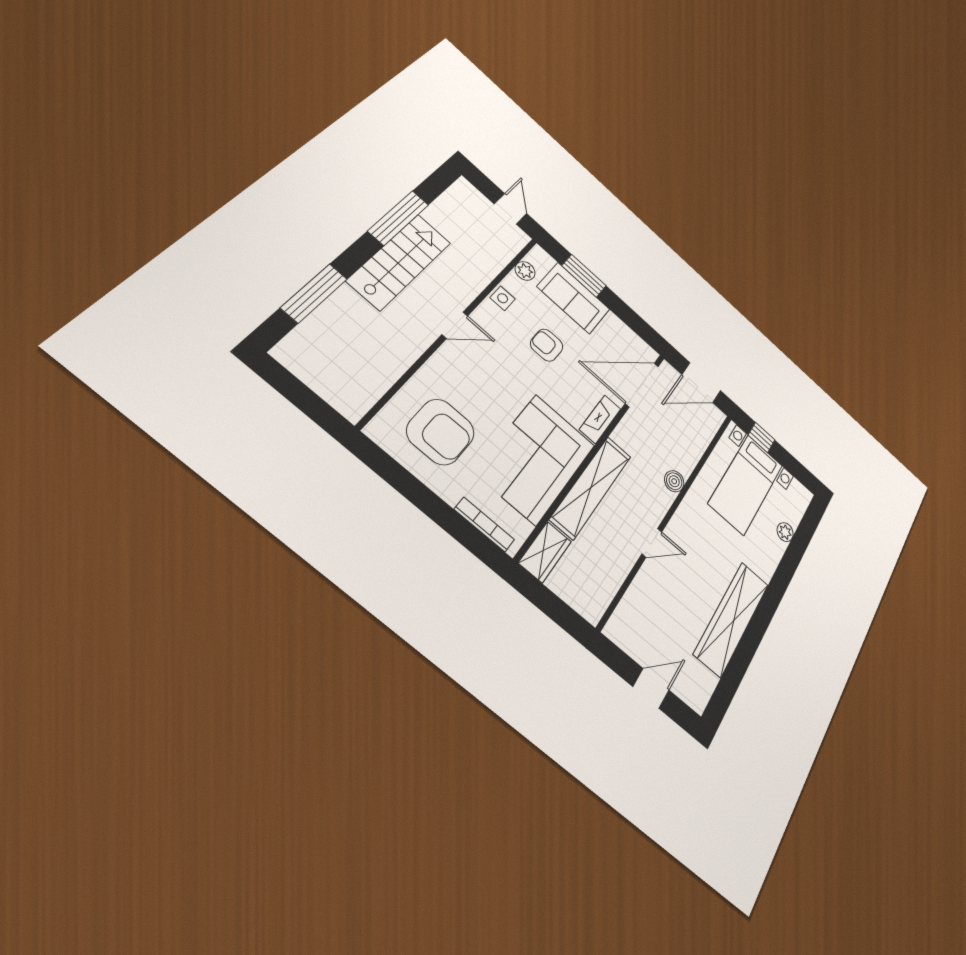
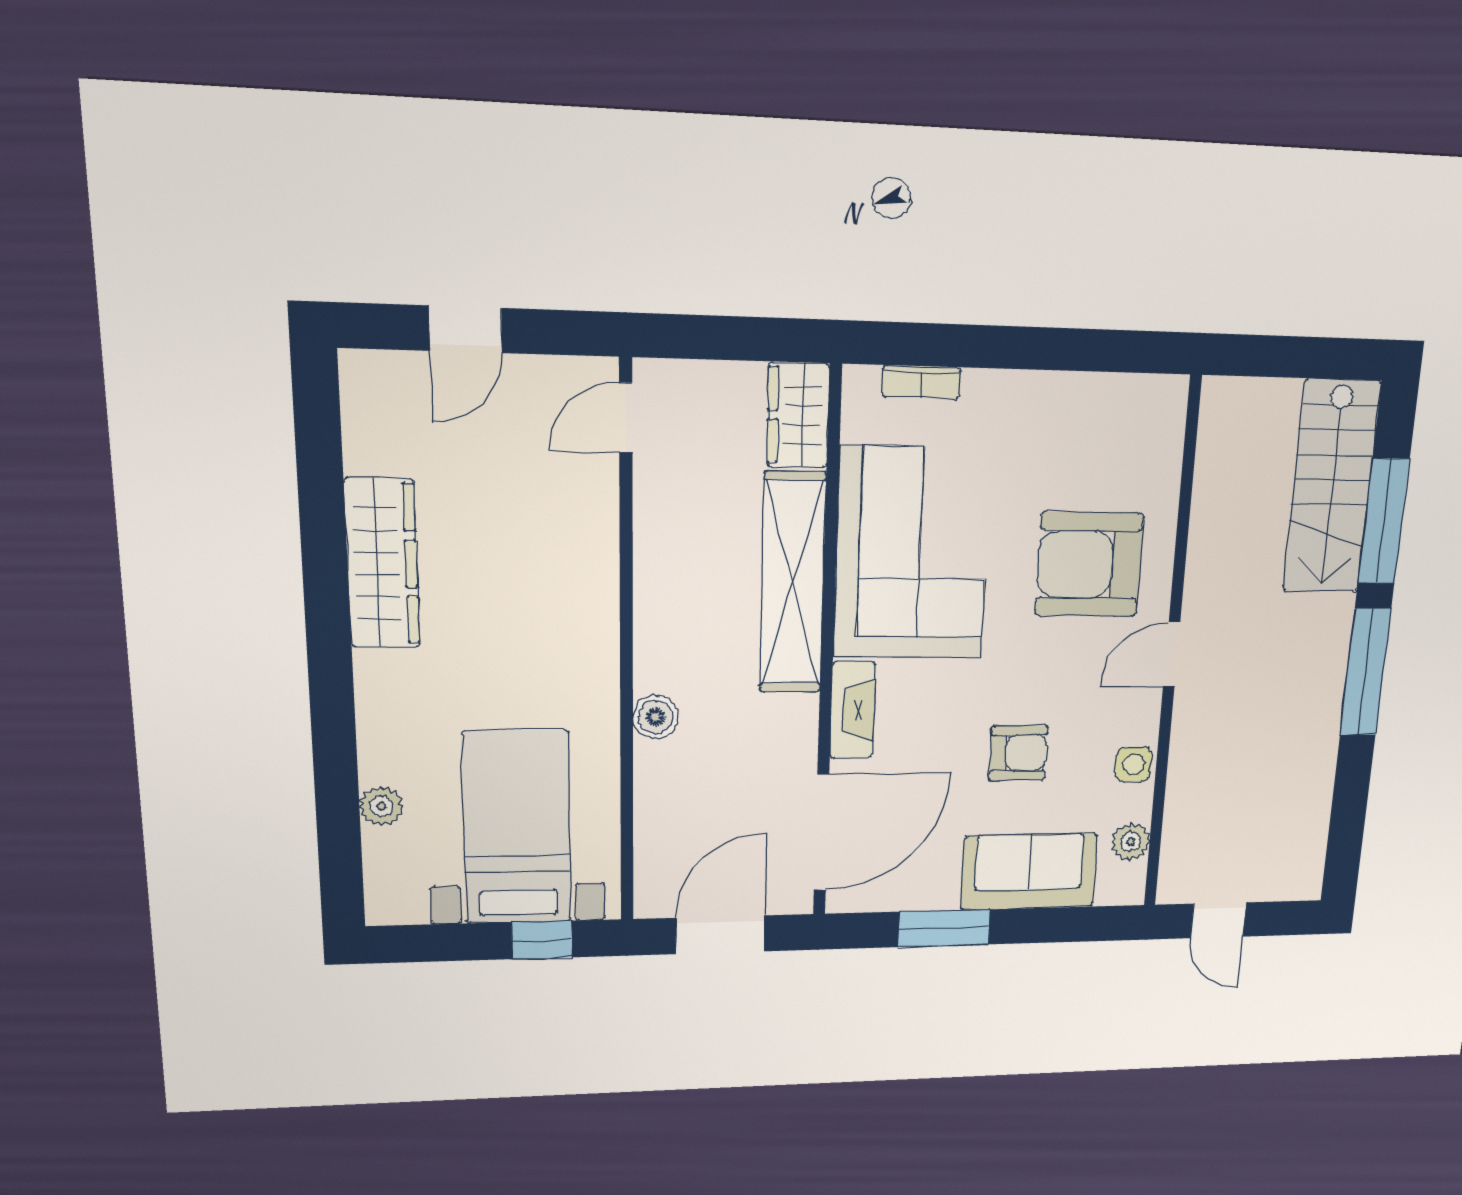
window: (398, 218) -> (1365, 672), moved
stairs: (400, 262) -> (1332, 487), moved
window: (584, 276) -> (944, 928), moved
armchair: (441, 432) -> (1089, 564), moved
bookcase: (484, 524) -> (921, 382), width x0.64
door: (652, 543) -> (626, 418), moved
wardrobe: (732, 619) -> (382, 564), width x0.71, depth x0.85

